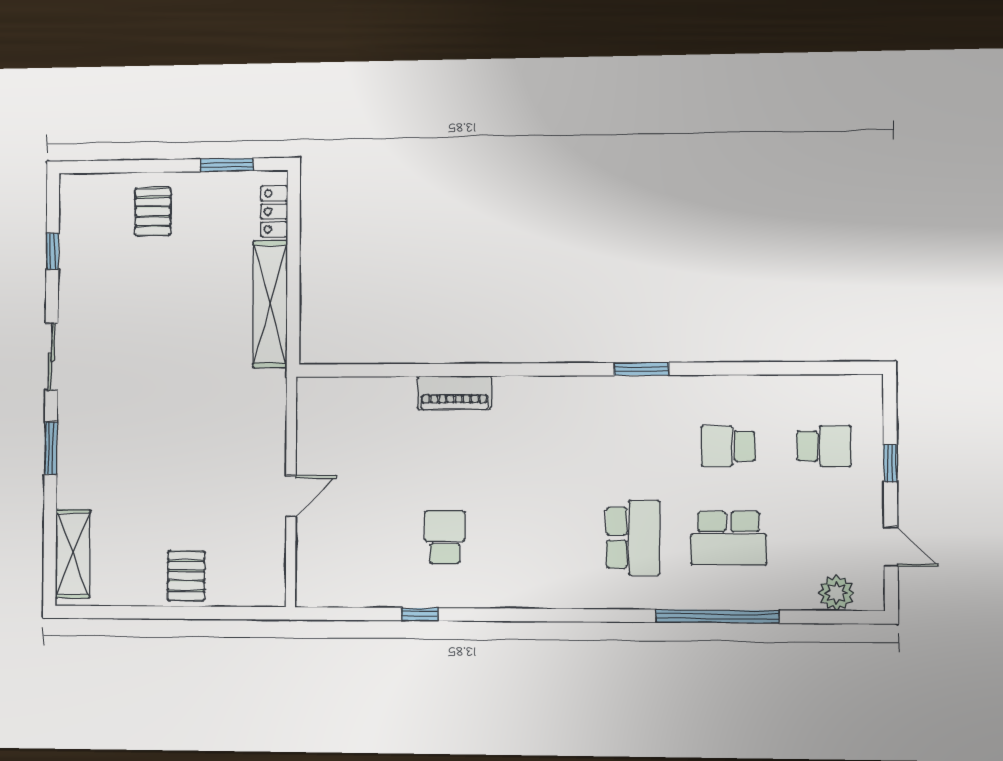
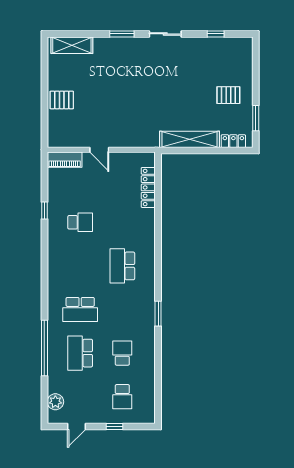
pallet: (153, 212) -> (228, 95), moved
locker: (371, 391) -> (148, 187), added
piano: (454, 393) -> (65, 160), moved, turned -90
school desk: (538, 446) -> (122, 266), added

